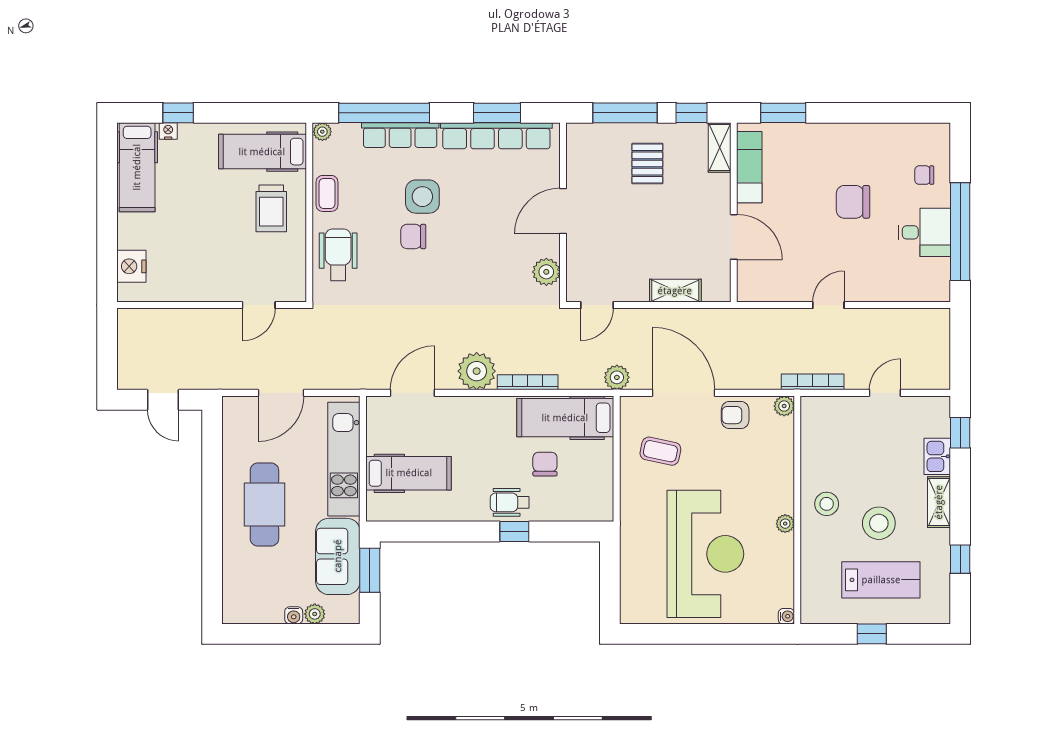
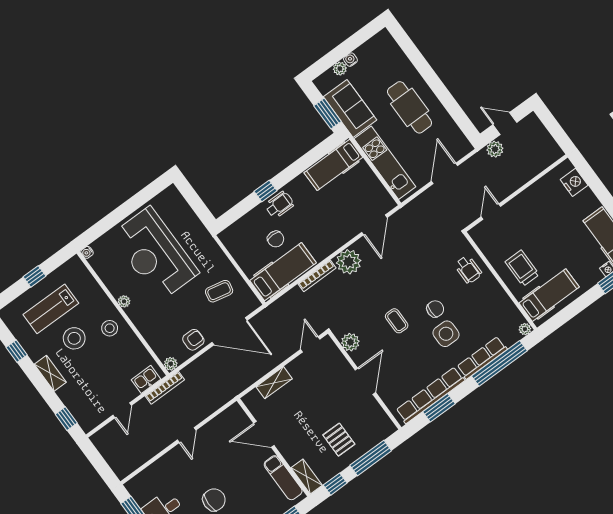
coffee table: (327, 193) -> (397, 321), moved
wheelchair: (338, 255) -> (468, 270), width x0.73, depth x0.73
plant: (617, 377) -> (495, 149), moved
kitchen sink: (937, 456) -> (146, 379), moved, turned -90
hospital bed: (409, 473) -> (333, 165), moved

